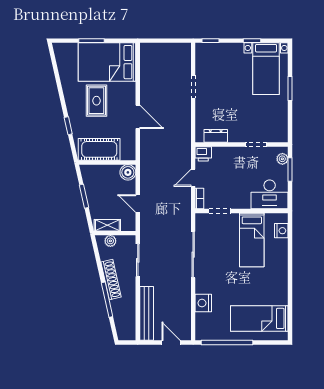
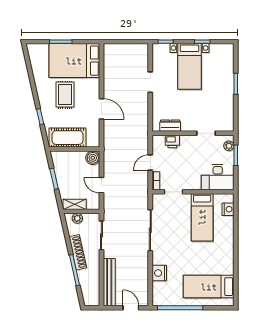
bed with nightstands: (266, 69) -> (190, 66), moved
printer: (203, 154) -> (172, 141), moved

